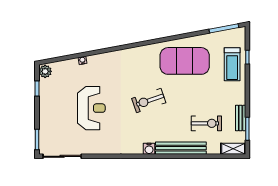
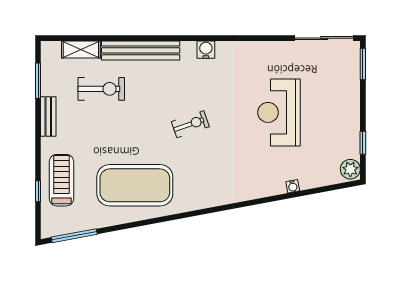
exercise bike: (149, 101) -> (190, 124), width x0.73, depth x0.72
bench: (241, 118) -> (48, 117), moved
exercise bike: (206, 123) -> (101, 89), turned 180
water cooler: (149, 149) -> (206, 50), moved
shelving: (233, 149) -> (81, 49), moved

